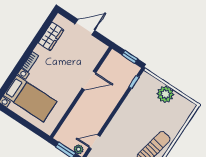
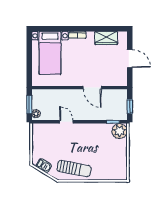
plant: (165, 94) -> (120, 131), moved
door: (94, 142) -> (66, 122), moved

